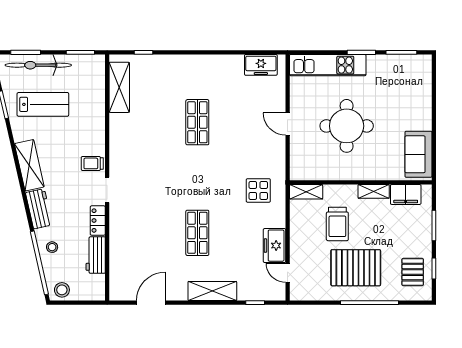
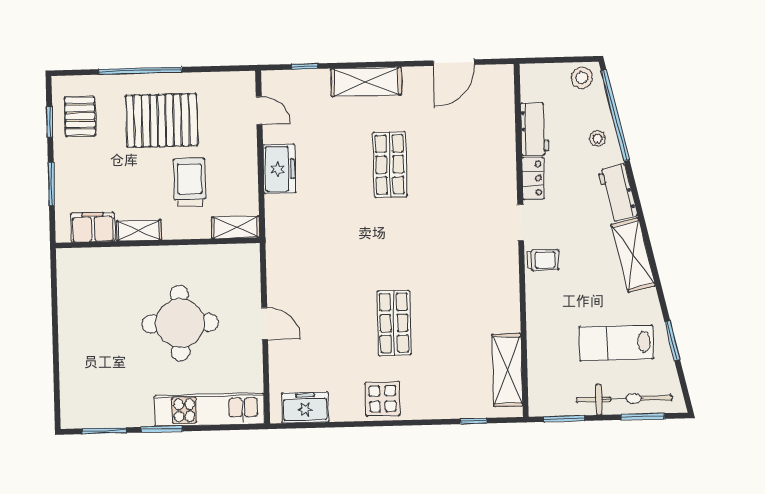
sofa: (418, 154) -> (76, 285), removed
display table: (258, 190) -> (383, 399), moved
freezer: (275, 246) -> (279, 169), moved

